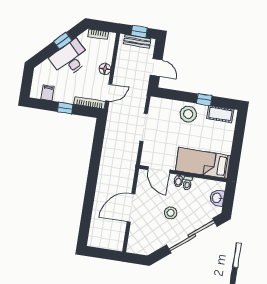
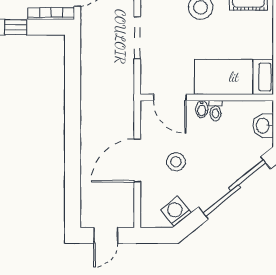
stool: (171, 213) -> (176, 162), moved
washing machine: (151, 245) -> (176, 211), added
door: (103, 254) -> (106, 235), added

